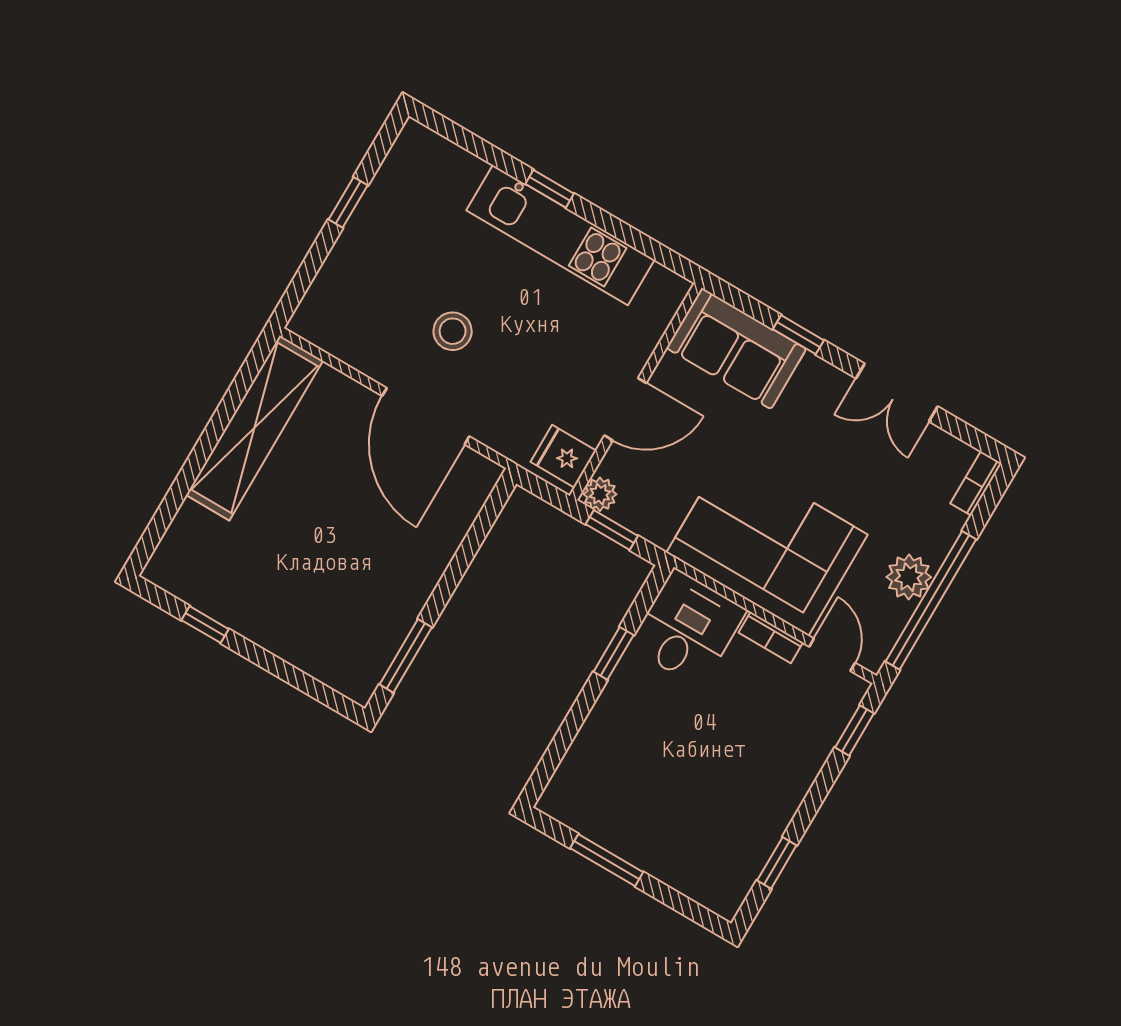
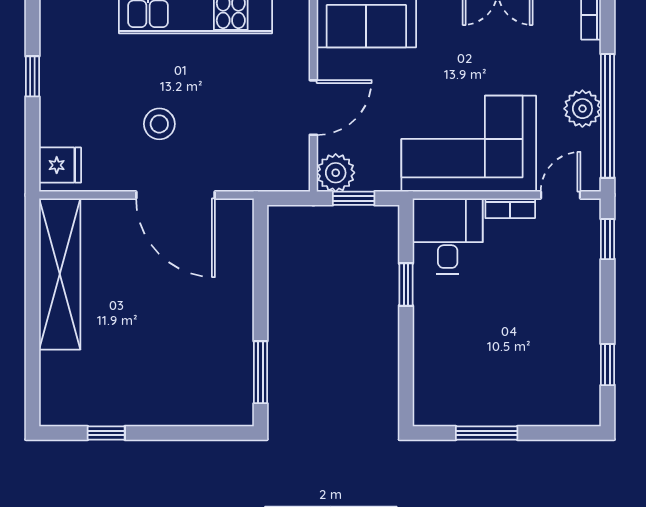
fridge: (563, 456) -> (60, 165), moved, turned 180
plant: (600, 494) -> (336, 173), width x1.38, depth x1.38
door: (832, 655) -> (561, 195), hinge flipped

